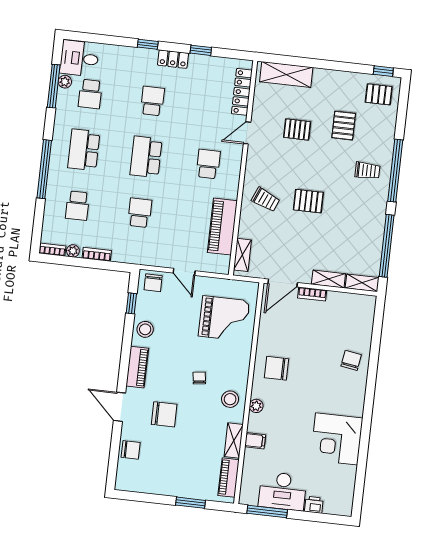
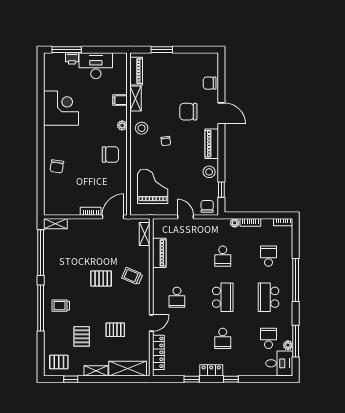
window: (383, 71) -> (71, 379), moved
school desk: (84, 150) -> (268, 297), turned 180
piano: (222, 227) -> (159, 253), width x0.73, depth x0.75
plant: (73, 251) -> (235, 223), moved
shelving: (328, 279) -> (96, 371), moved
grand piano: (224, 318) -> (153, 186), turned 90
window: (267, 511) -> (67, 50), moved

